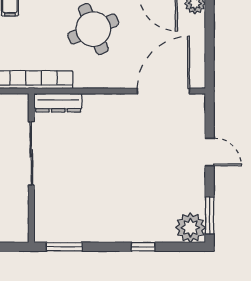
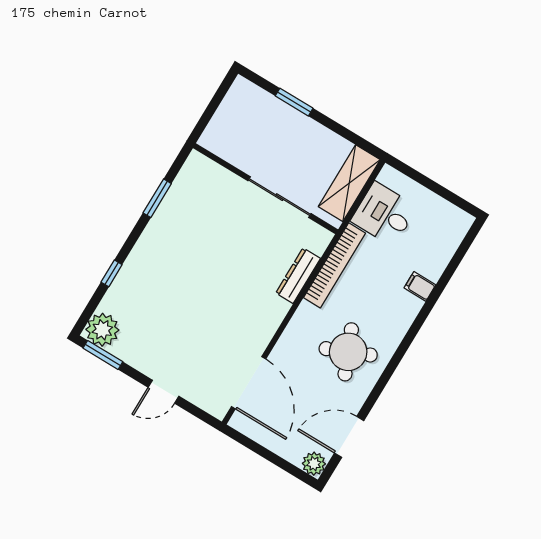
sliding door: (31, 153) -> (279, 197), moved
wall: (31, 168) -> (266, 189), moved

